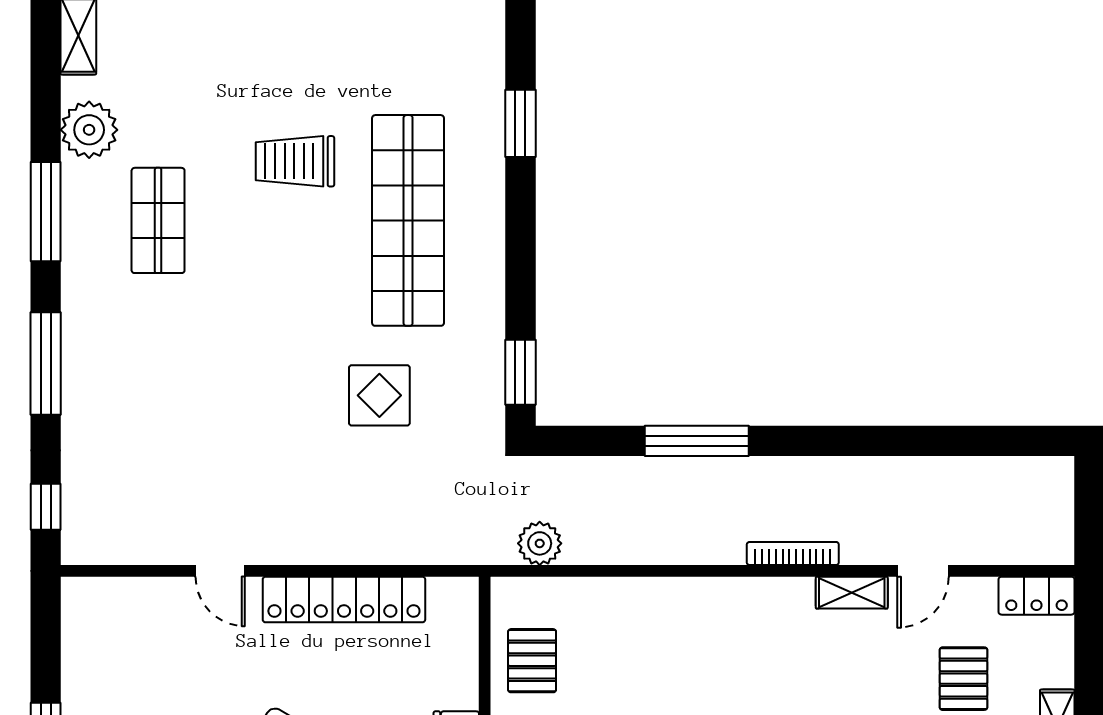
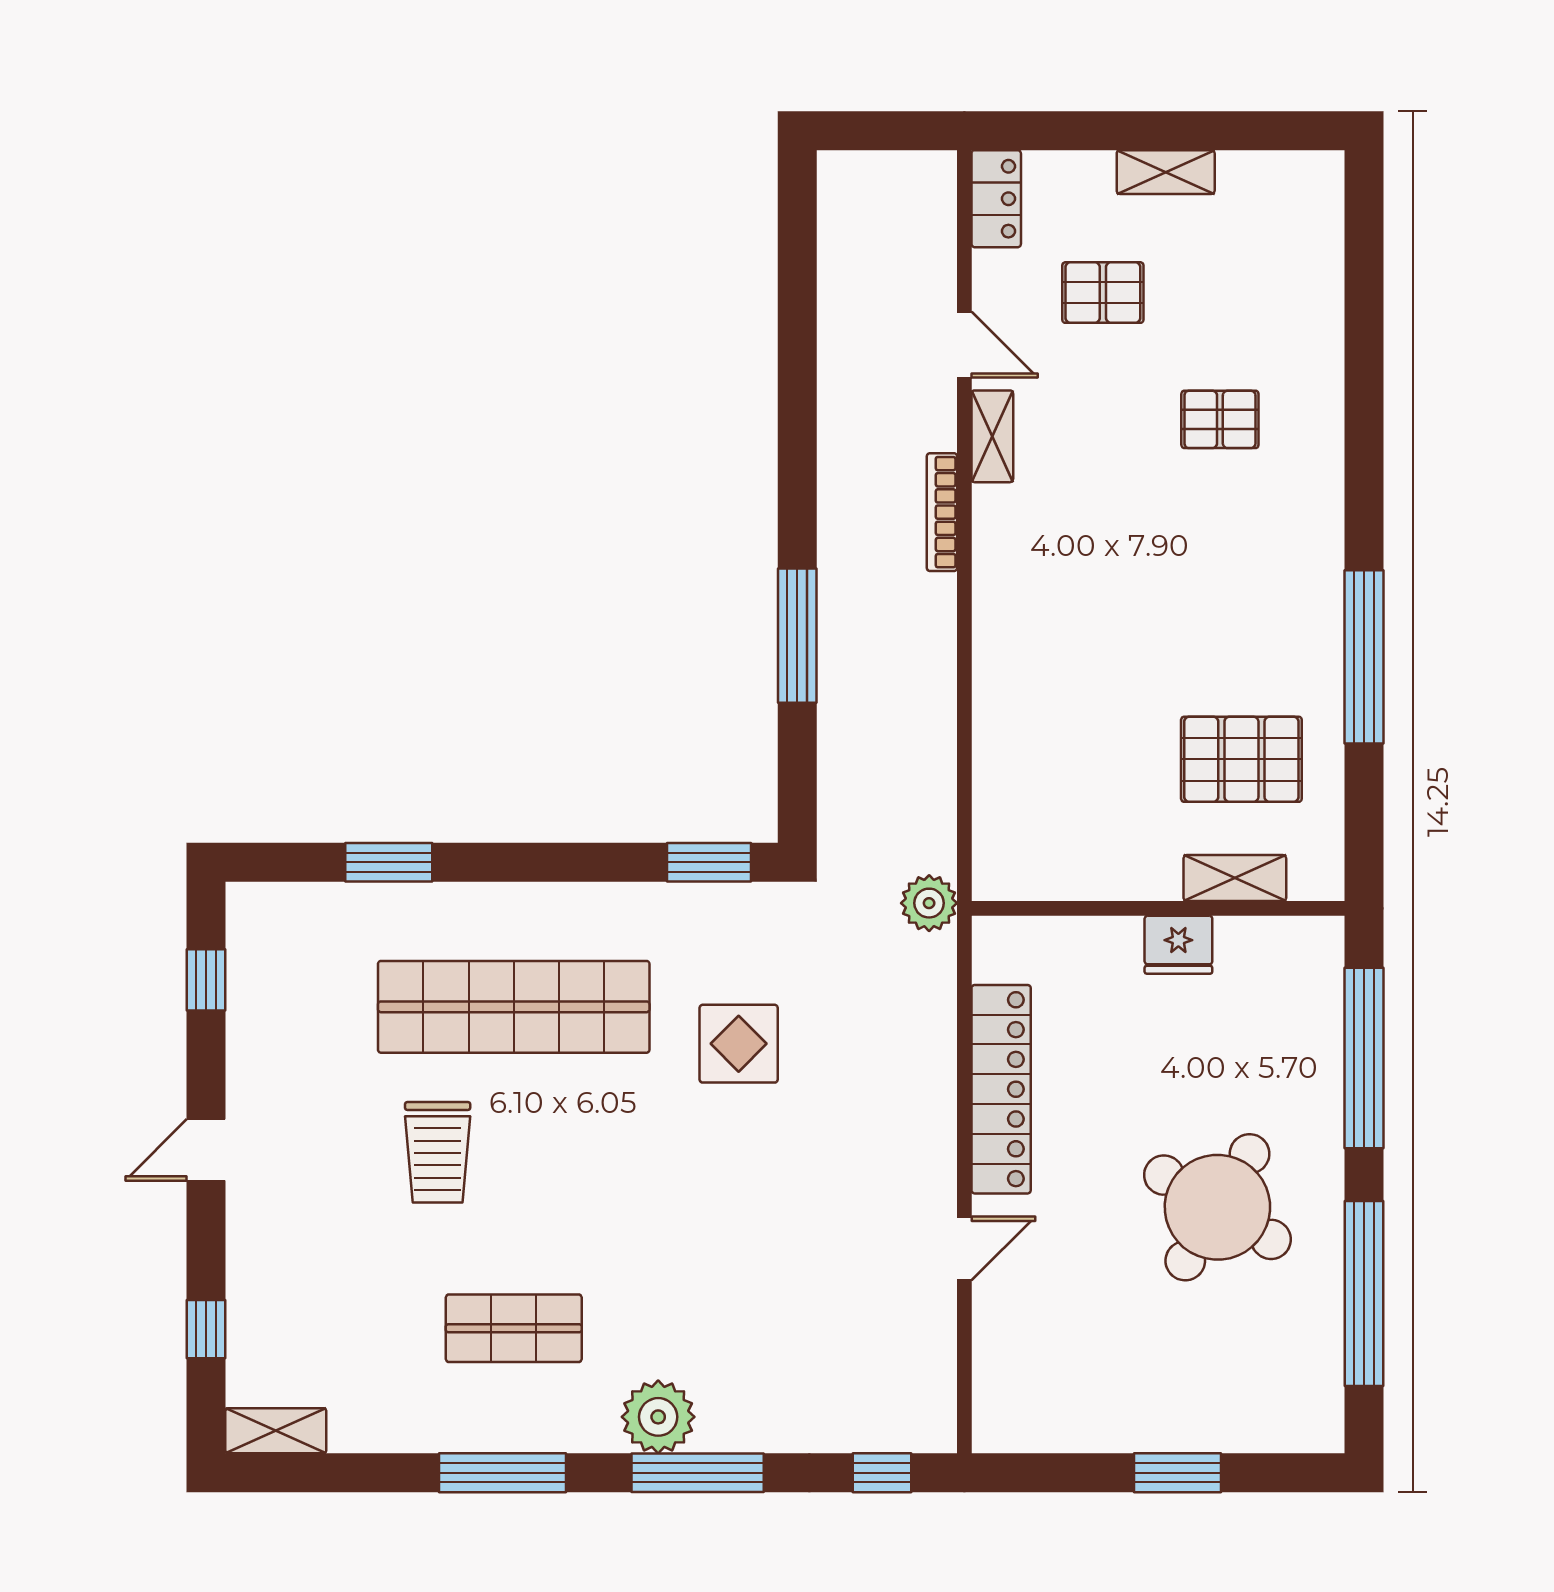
plant: (89, 130) -> (658, 1417), moved
plant: (540, 543) -> (929, 903), moved
pallet: (532, 661) -> (1080, 847), removed

